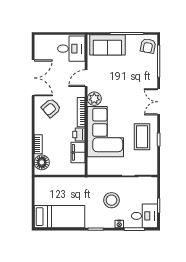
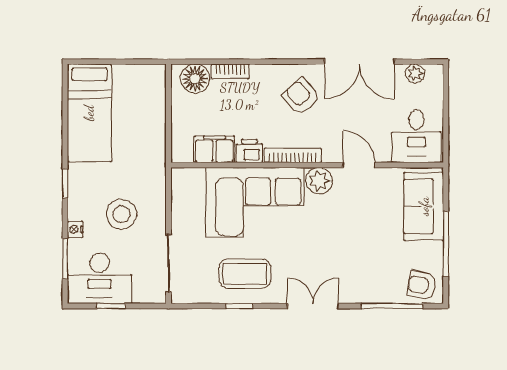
plant: (39, 49) -> (415, 73), added
desk: (144, 216) -> (100, 278), width x1.37

